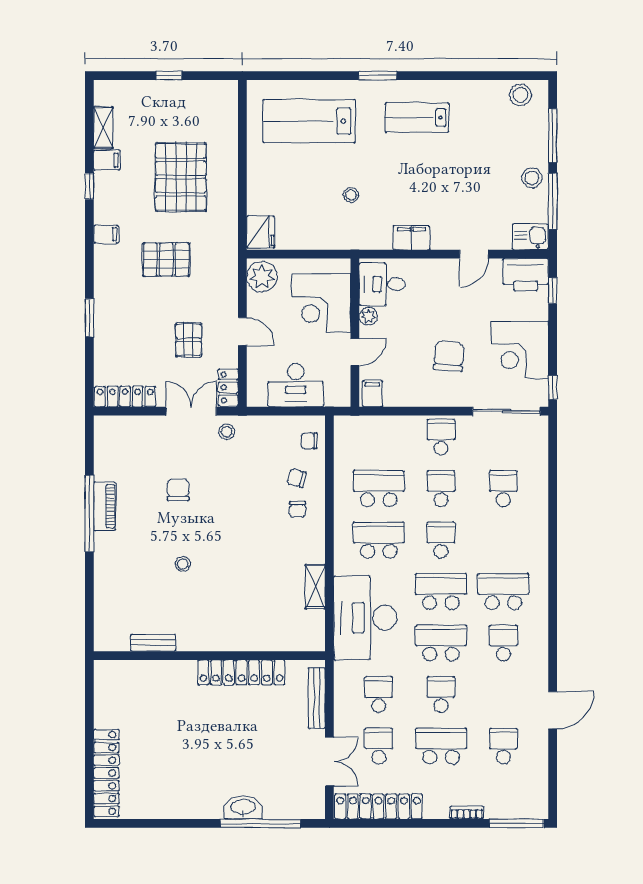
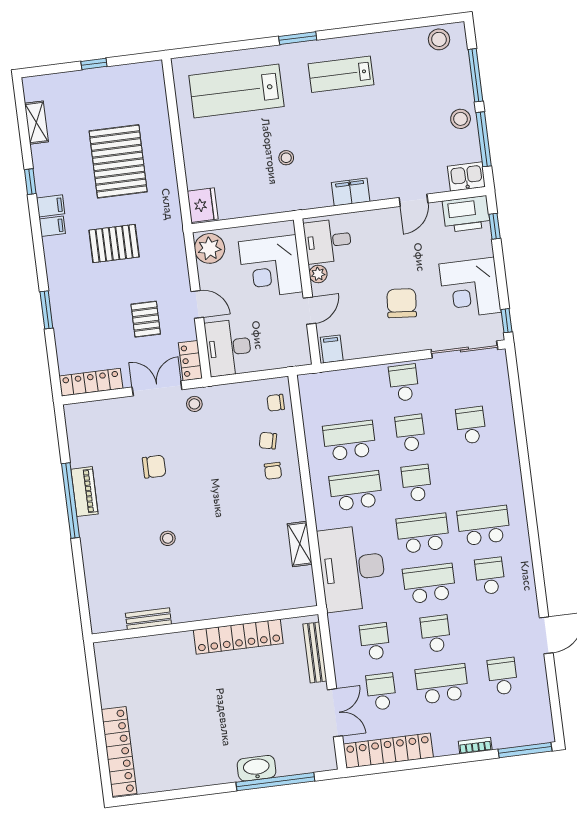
filing cabinet: (107, 160) -> (51, 206), moved
desk: (296, 385) -> (229, 348), moved, turned 90
chair: (178, 490) -> (154, 467), turned 90

